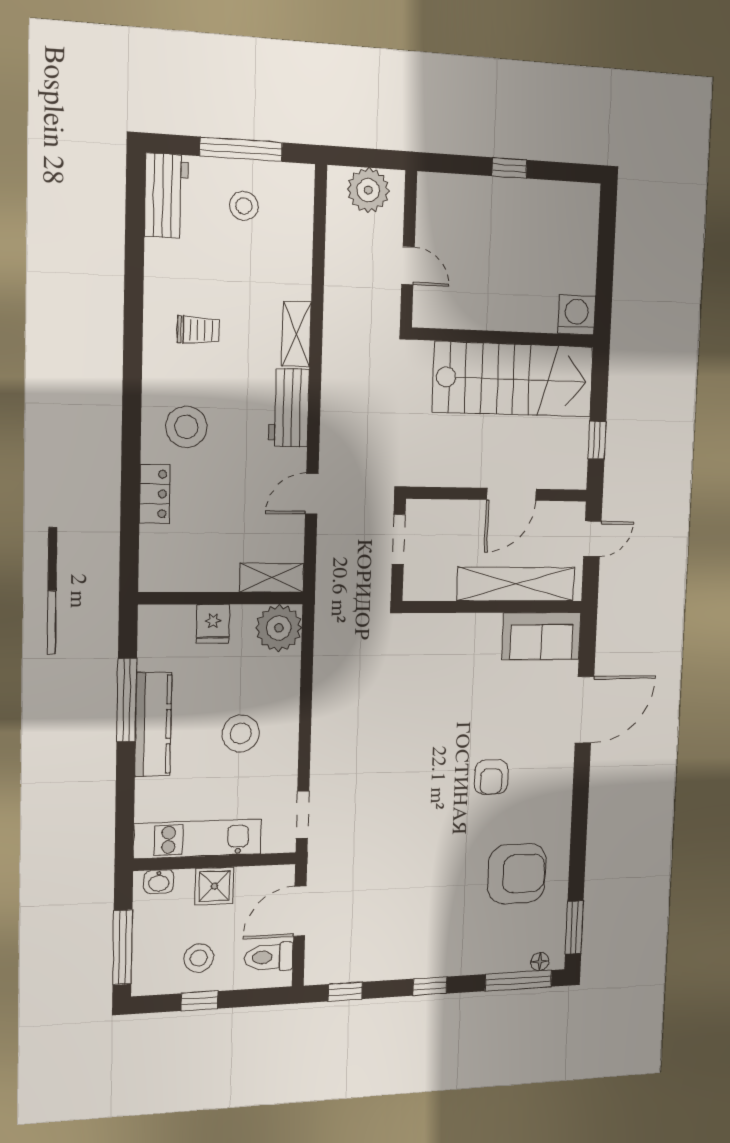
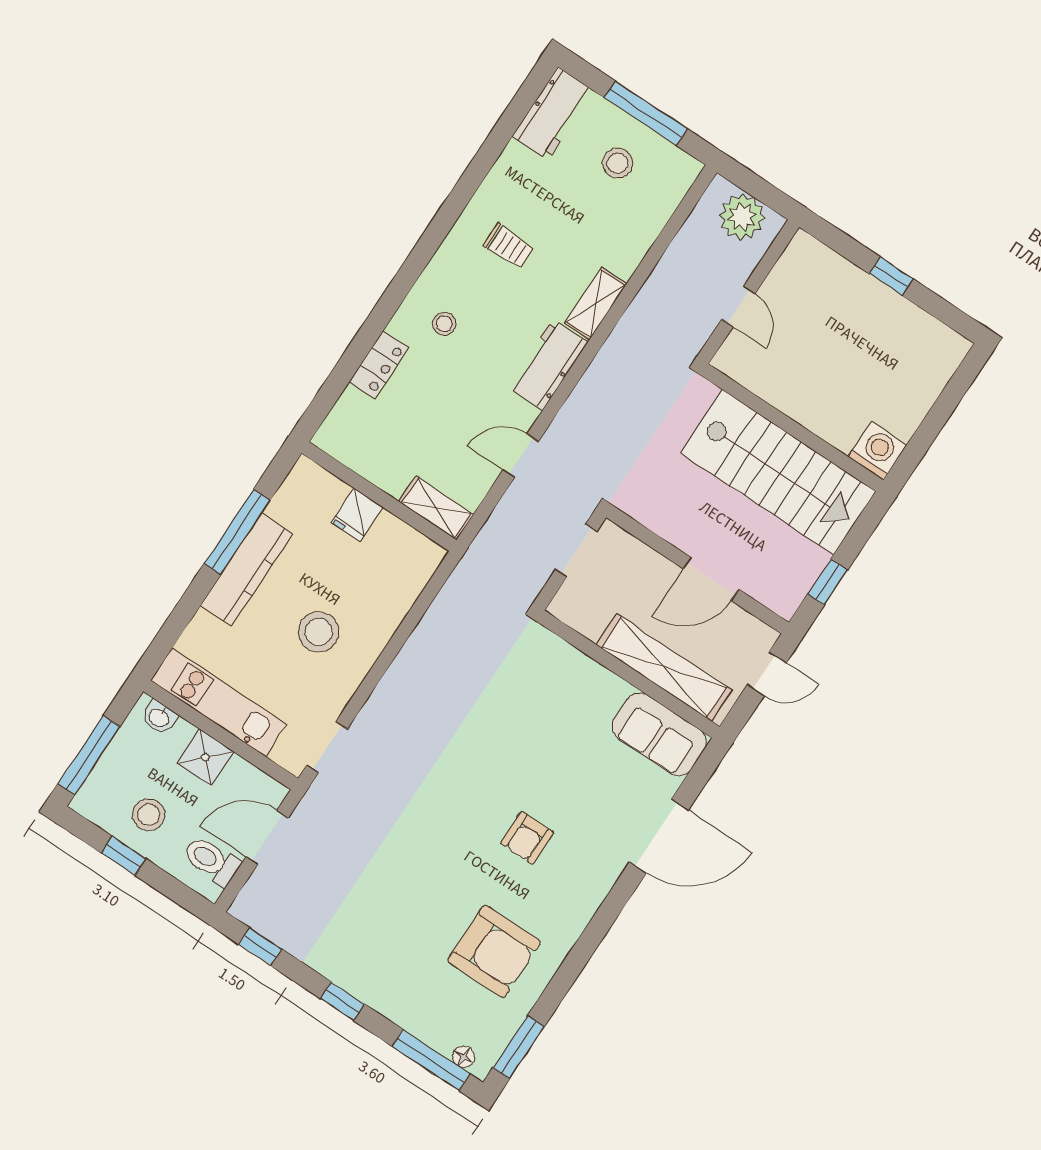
stool: (186, 427) -> (444, 324), width x0.53, depth x0.53
plant: (279, 628) -> (414, 558), removed

